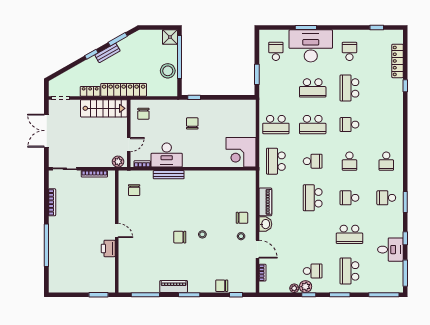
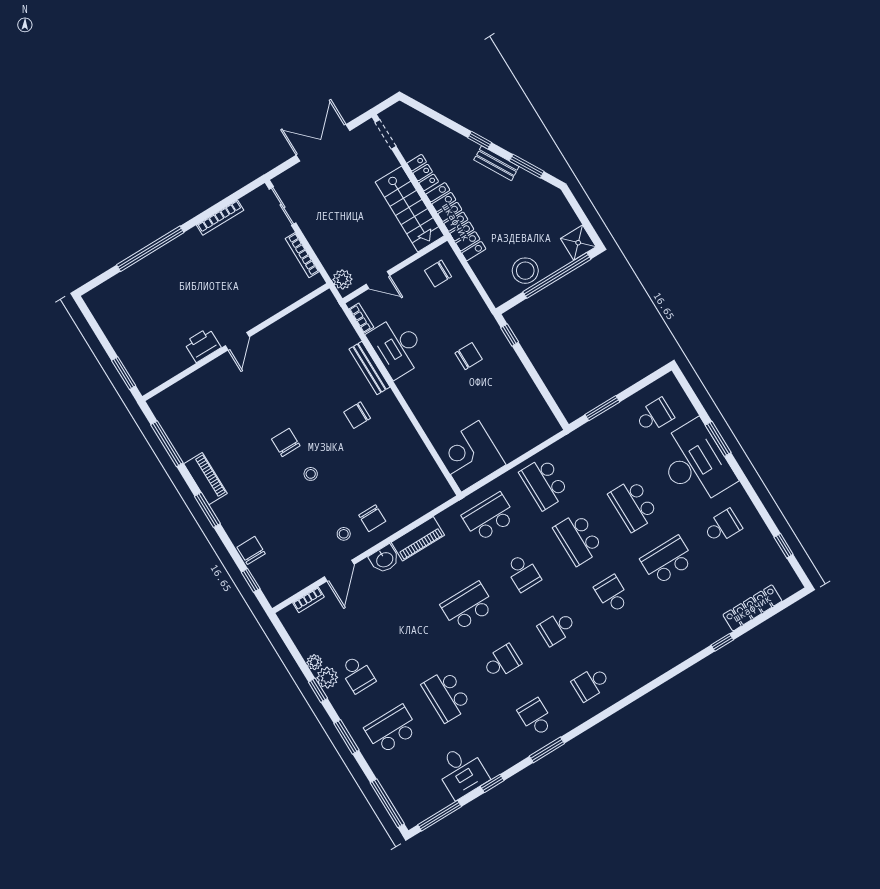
chair: (134, 190) -> (357, 415), moved
school desk: (349, 198) -> (502, 662), turned 90

